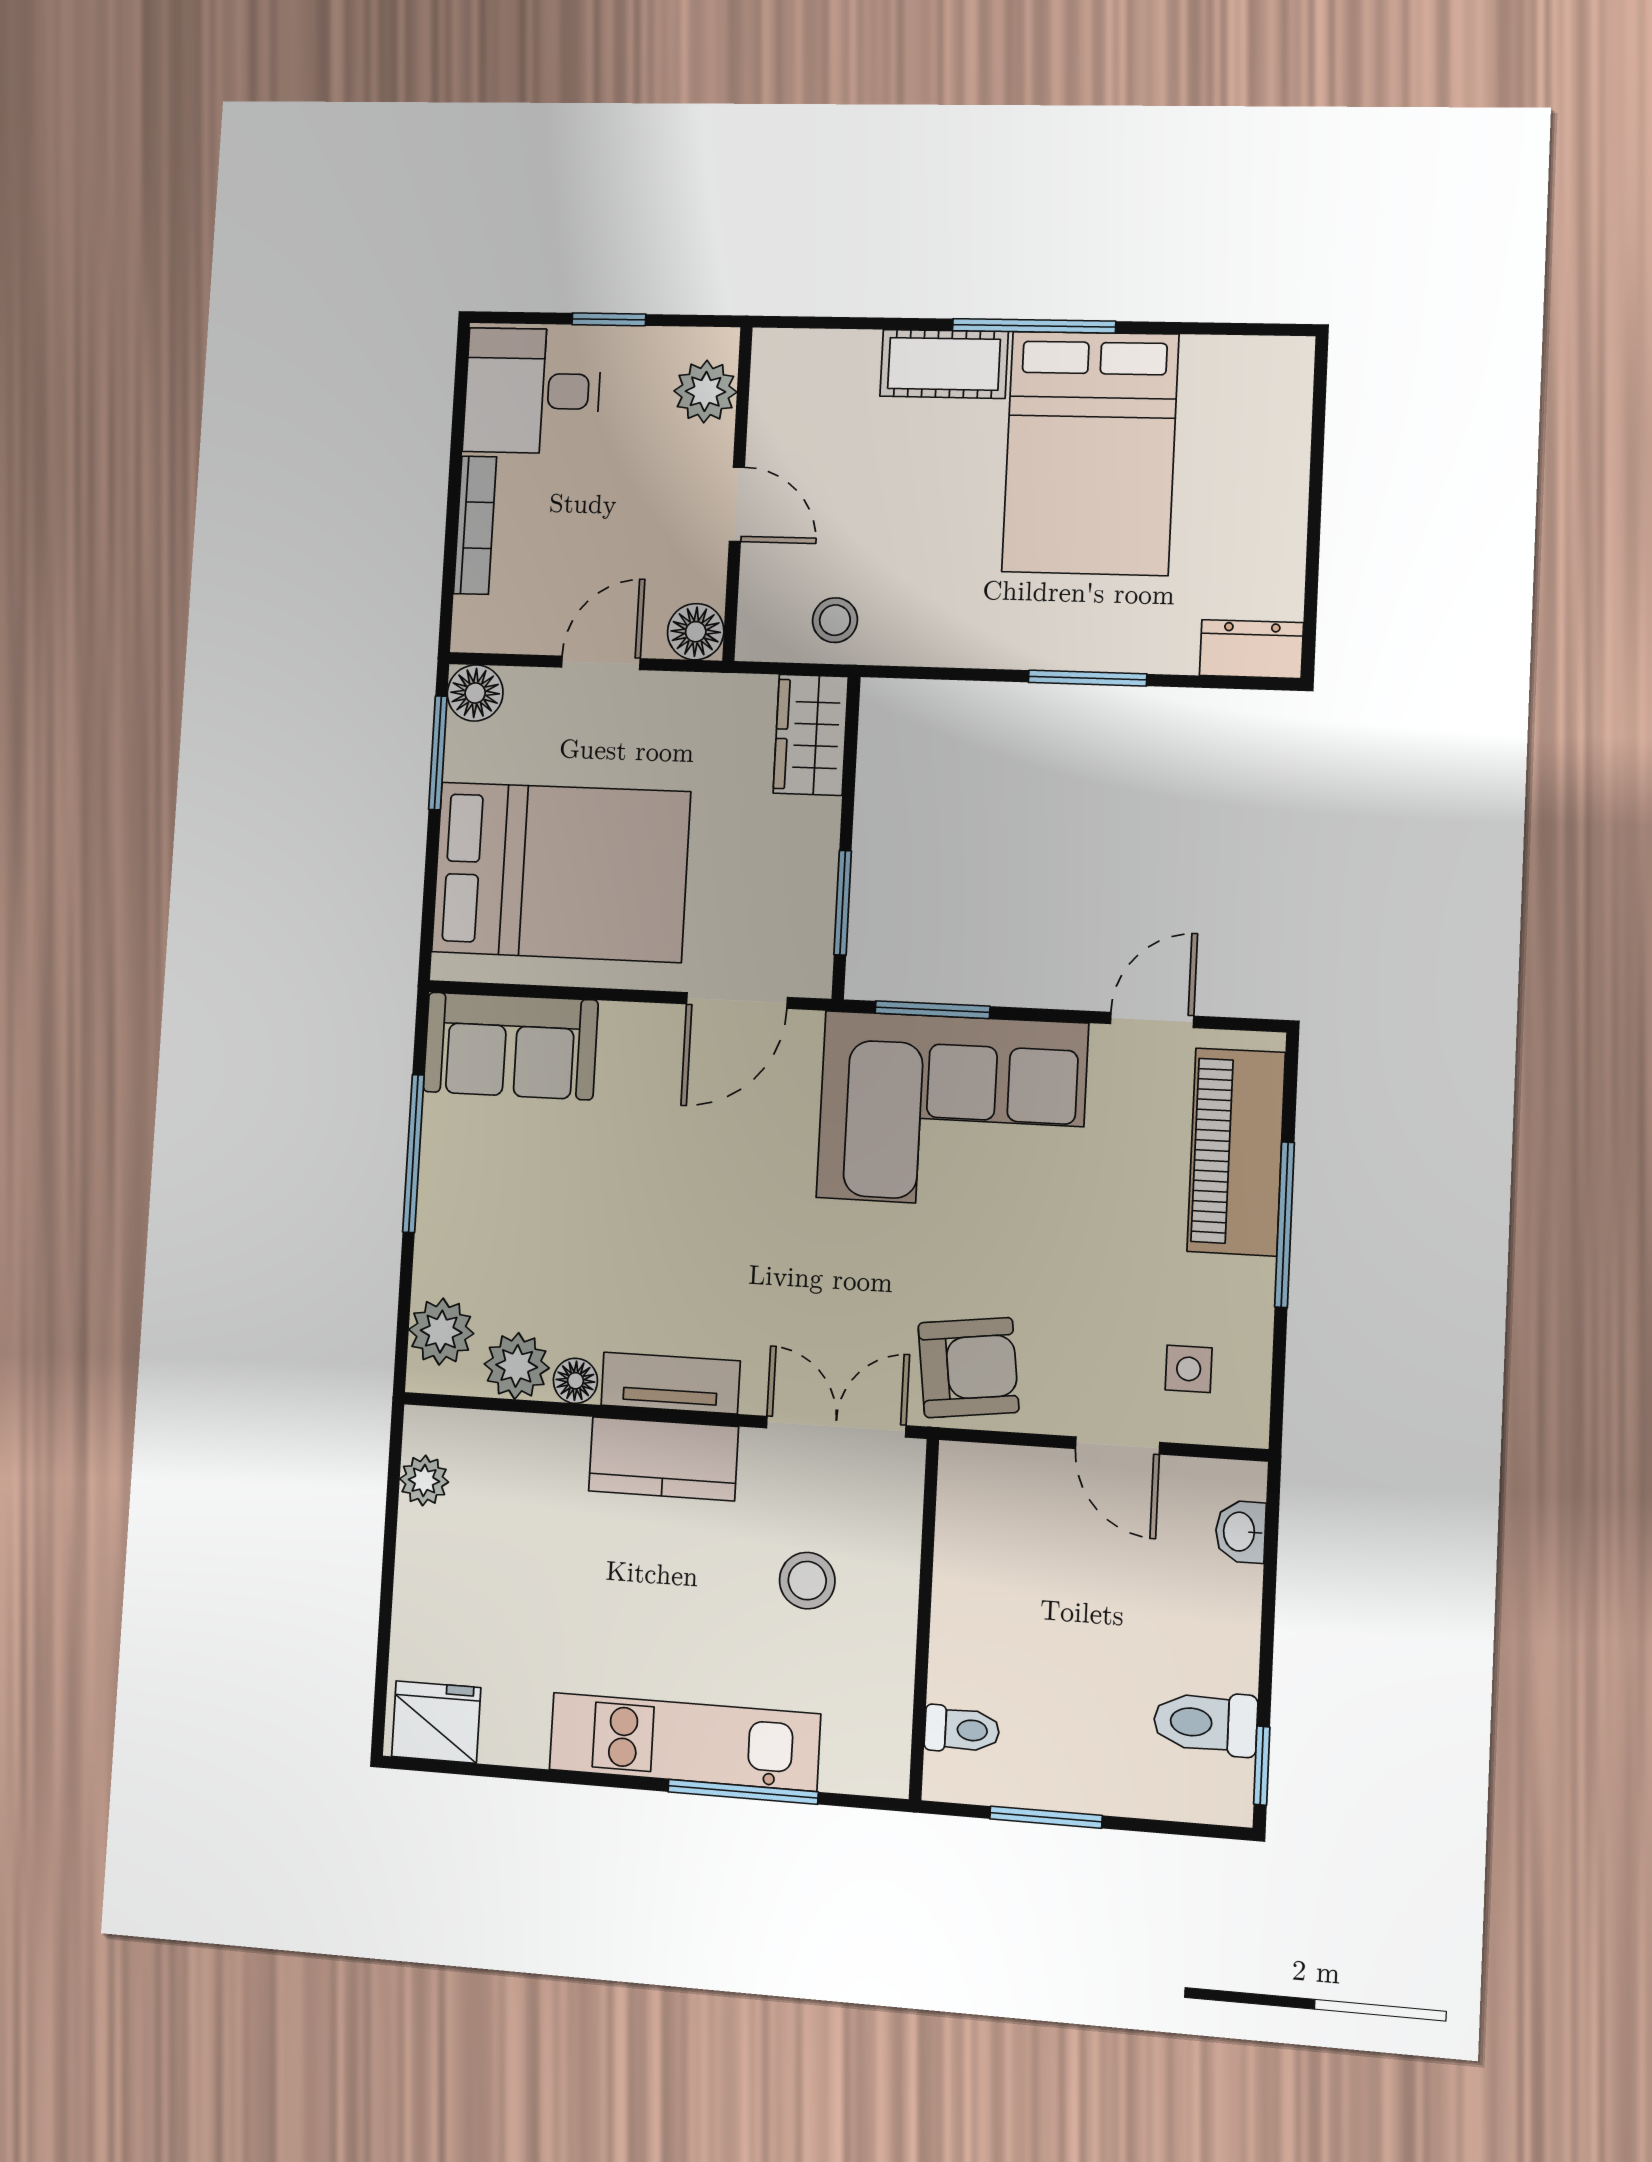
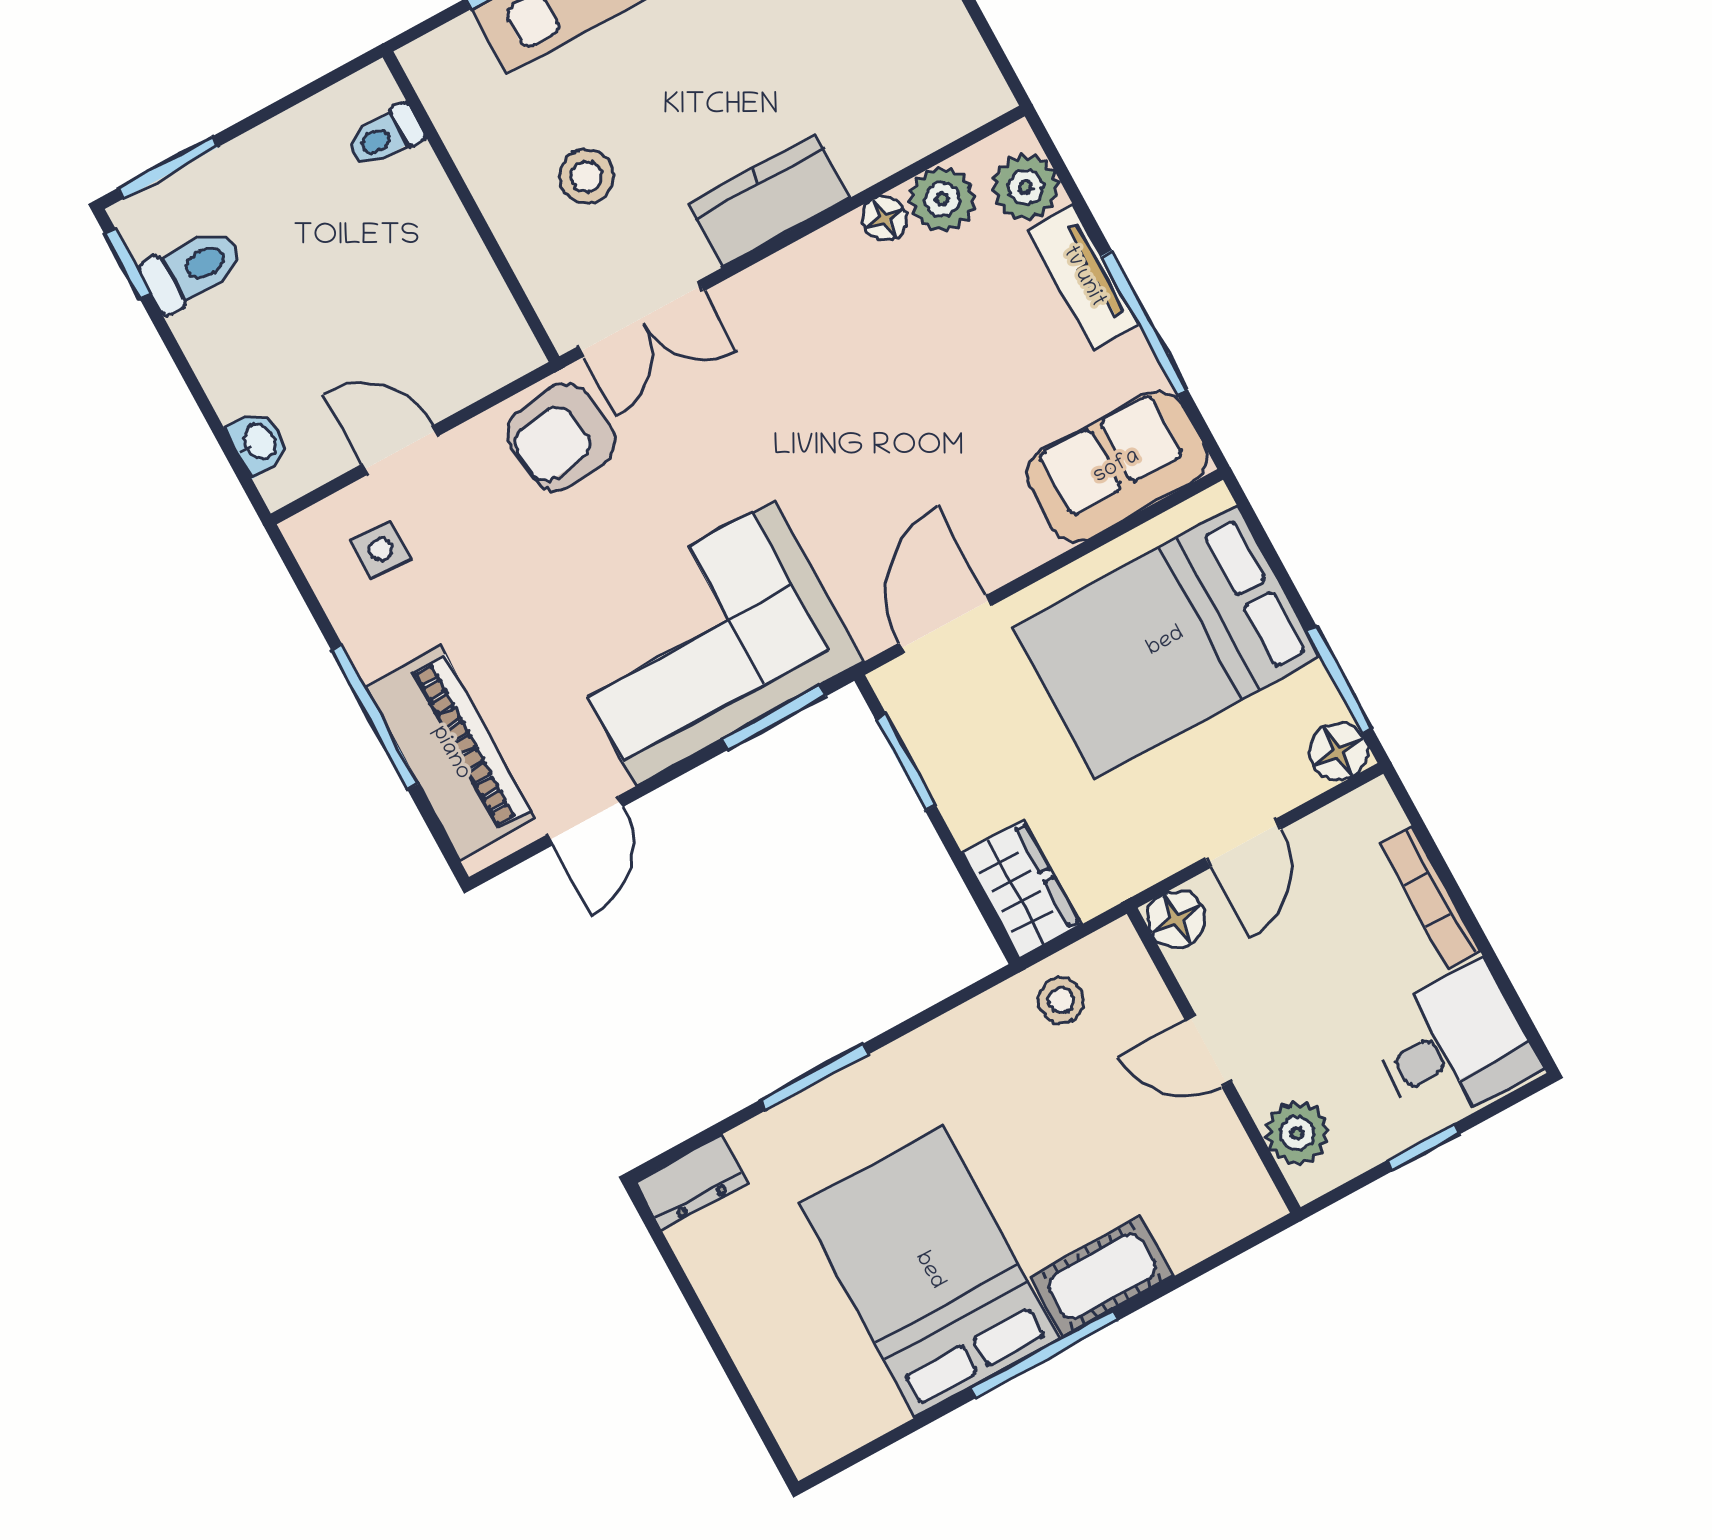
tv unit: (670, 1383) -> (1083, 277), moved, turned 90
plant: (424, 1480) -> (962, 53), removed
window: (1046, 1817) -> (167, 168), moved

